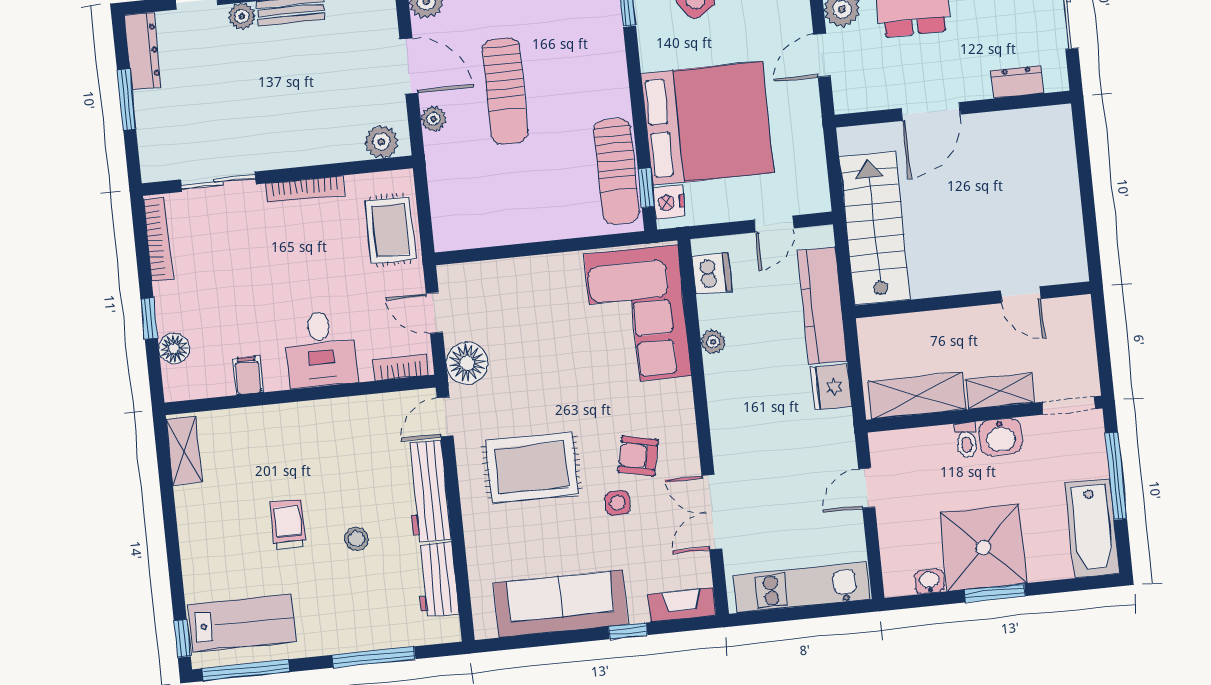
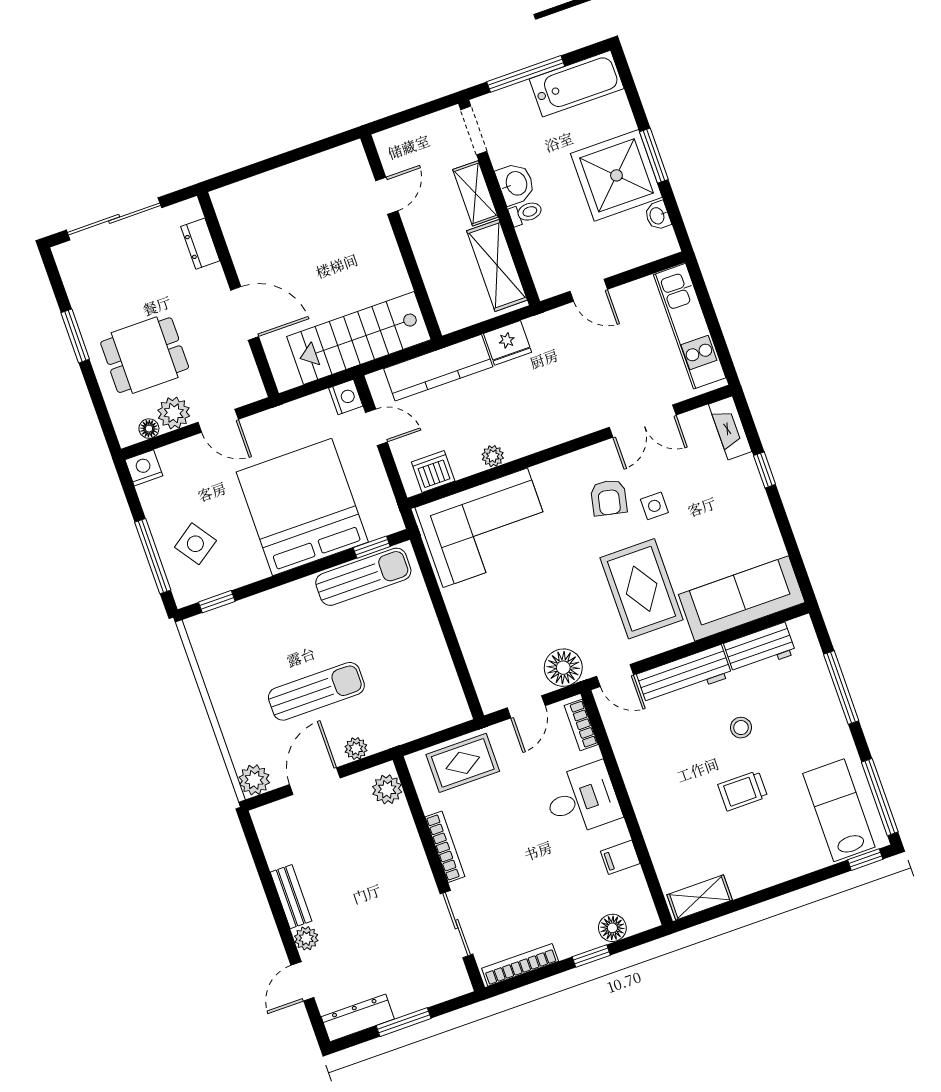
nightstand: (669, 202) -> (346, 397), moved, turned -90
sofa: (561, 604) -> (742, 598), moved, turned 90

